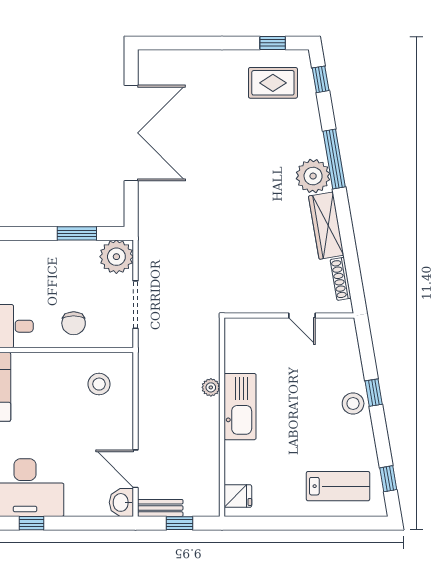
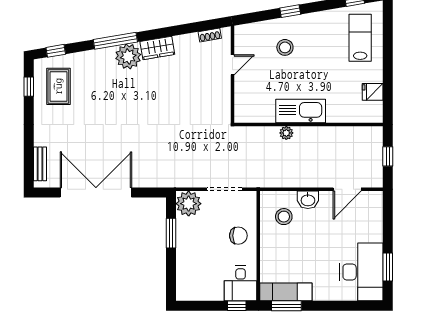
wardrobe: (326, 226) -> (157, 48), width x0.67
shoe rack: (341, 279) -> (210, 35), width x0.70
stool: (353, 403) -> (285, 47), moved
fridge: (238, 496) -> (373, 92), moved, turned -90
washbasin: (121, 502) -> (308, 200), moved
bench: (160, 508) -> (40, 164), moved
window: (32, 523) -> (388, 267), width x1.50

